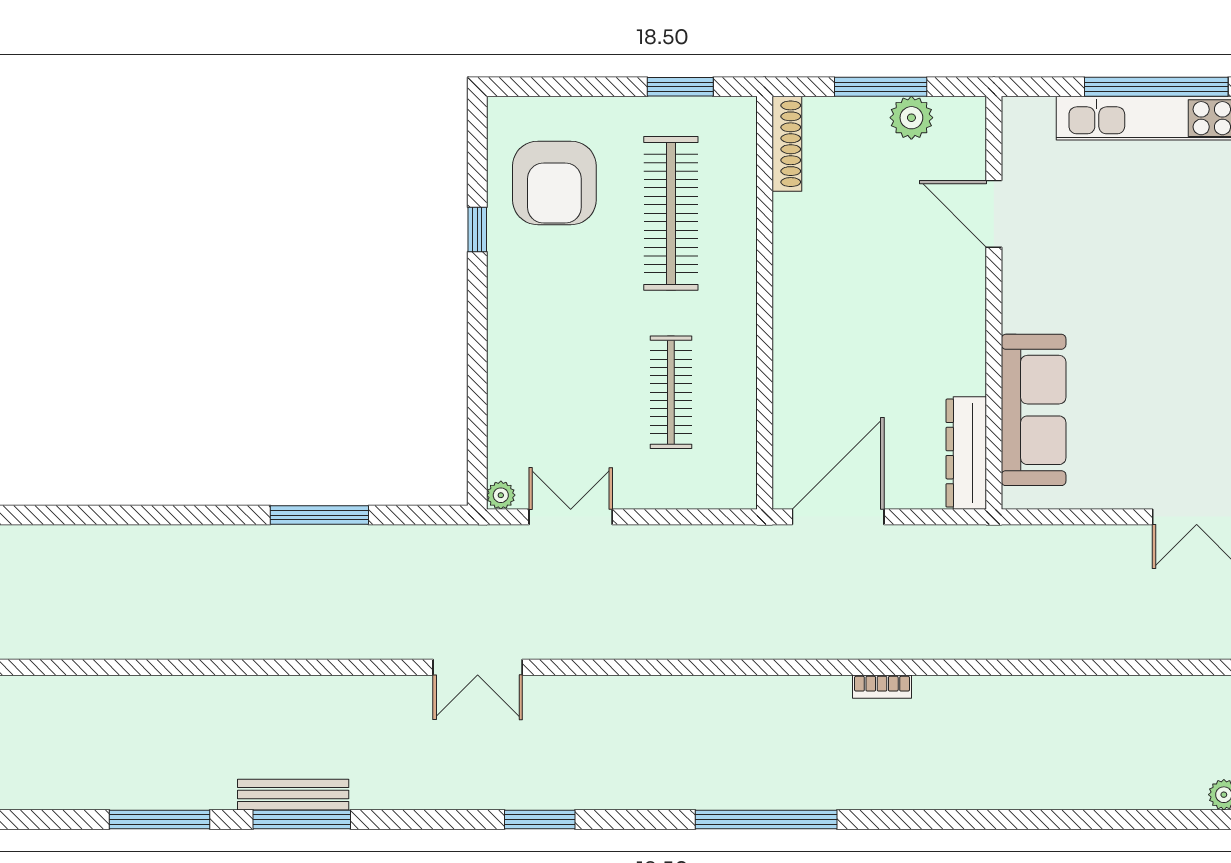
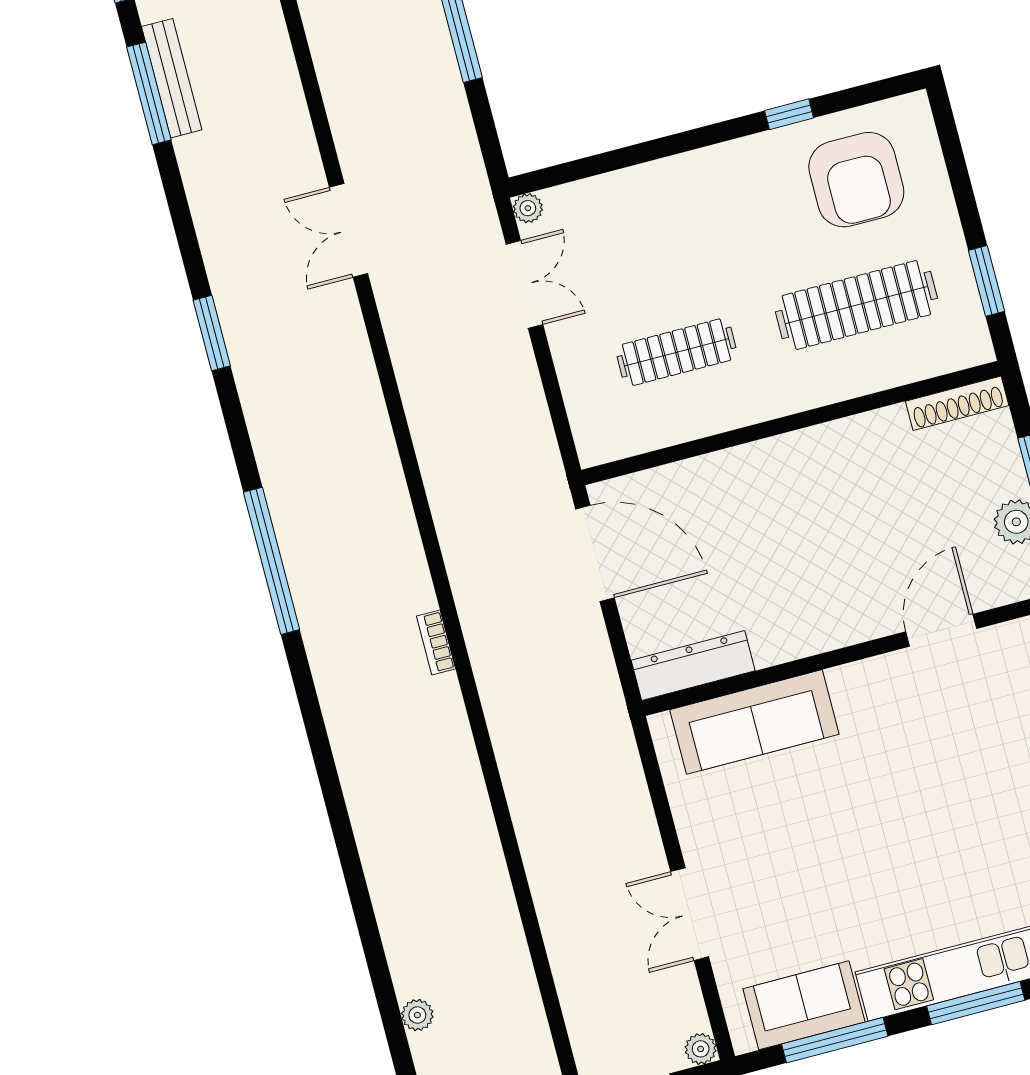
armchair: (554, 183) -> (856, 180), turned -90

